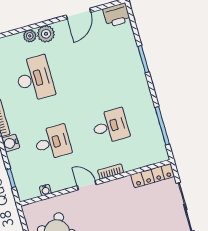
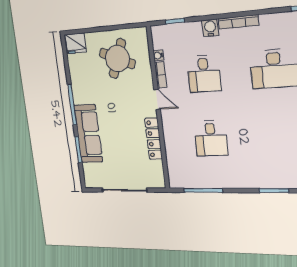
bookcase: (111, 172) -> (161, 75), moved
locker: (153, 176) -> (154, 139), moved
door: (87, 185) -> (157, 99), hinge flipped

